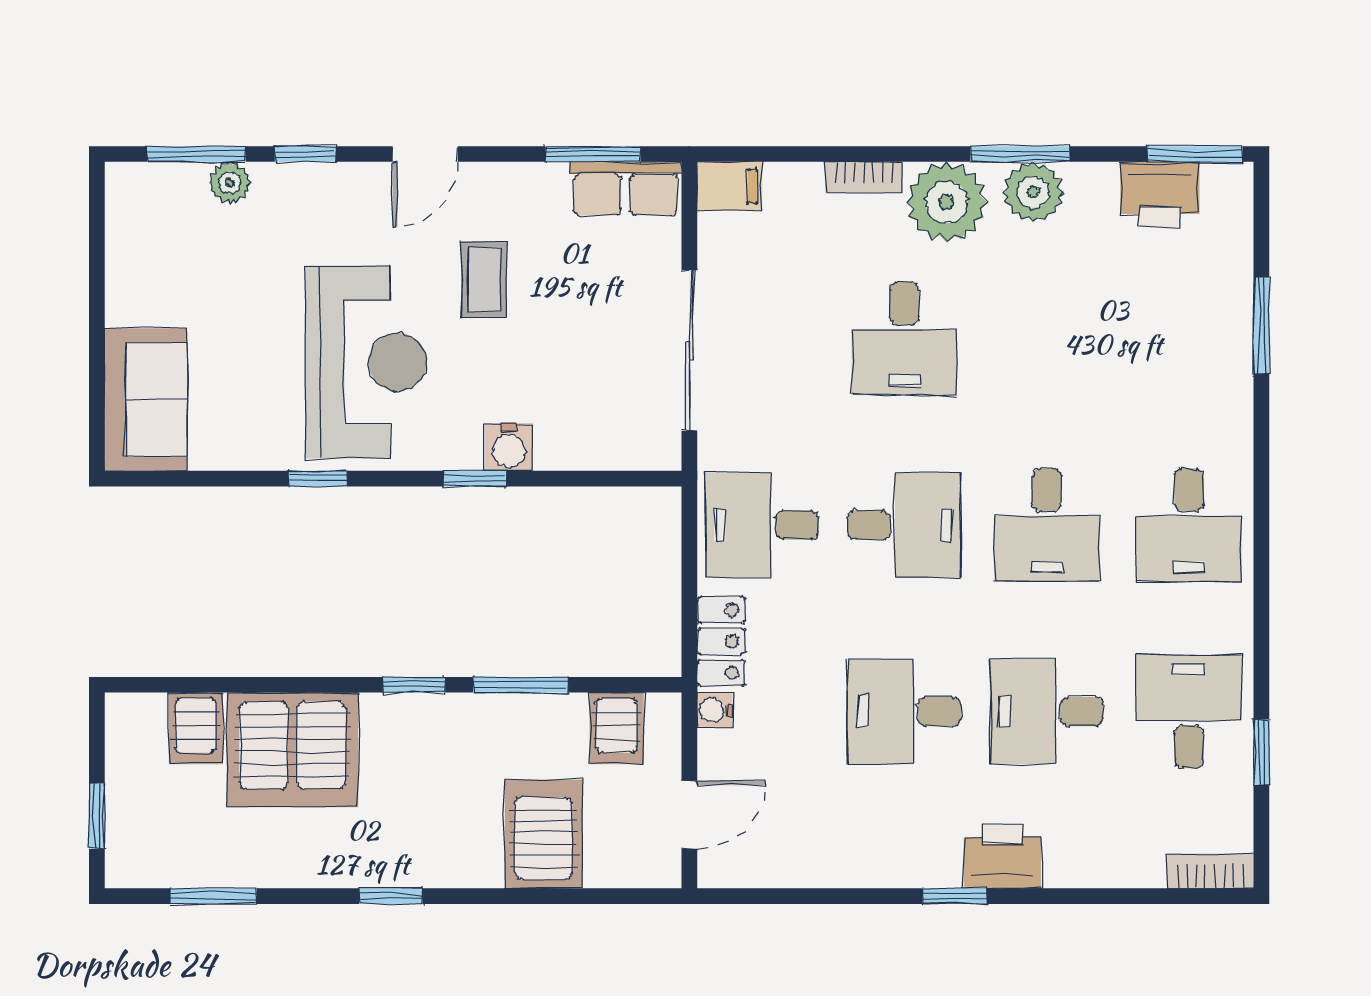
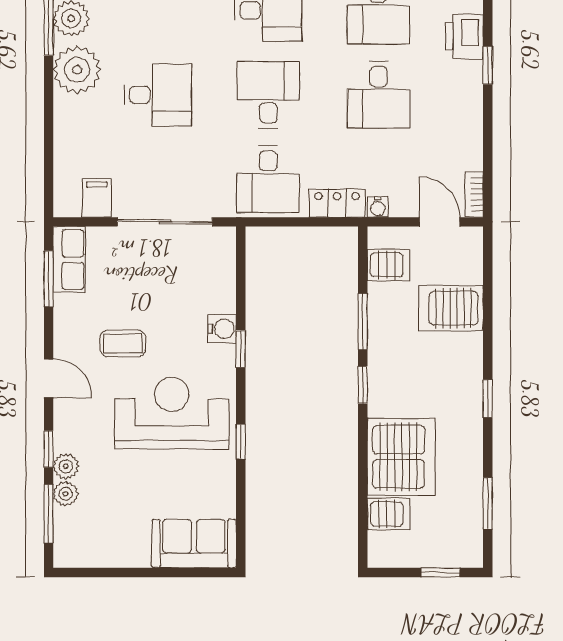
bookcase: (864, 177) -> (474, 194), moved, turned 180
plant: (276, 183) -> (66, 466), added
filing cabinet: (730, 186) -> (97, 198), moved

